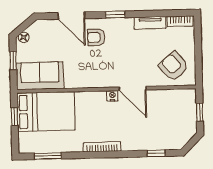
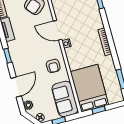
plant: (44, 26) -> (28, 105), added
armchair: (96, 37) -> (53, 66), moved
door: (133, 89) -> (58, 30), swing flipped

